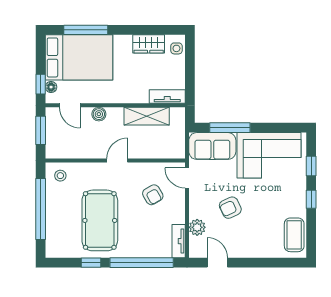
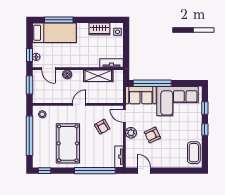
bed: (79, 57) -> (54, 33), width x0.67
window: (230, 128) -> (152, 83), width x1.46
plant: (197, 227) -> (131, 133), moved
window: (91, 263) -> (45, 171), moved

